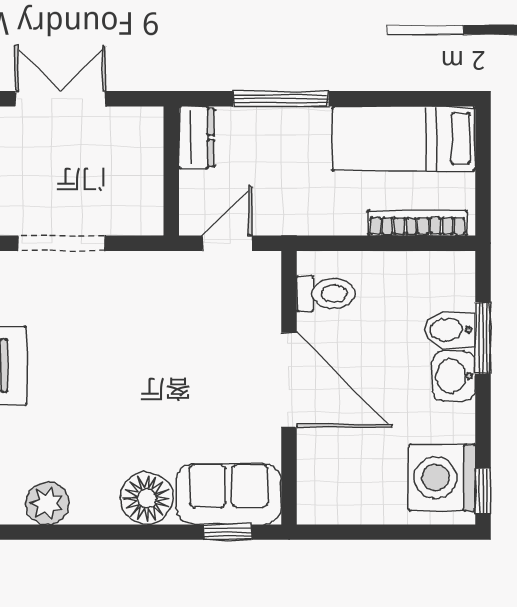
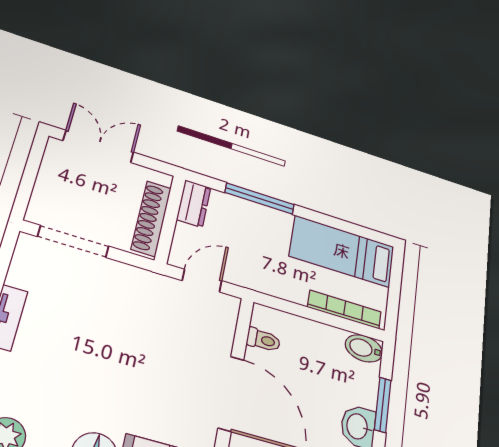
shoe rack: (148, 178) -> (151, 218), added
toilet: (326, 294) -> (263, 340), width x0.73, depth x0.72
bidet: (450, 330) -> (364, 348), moved

